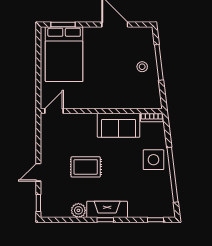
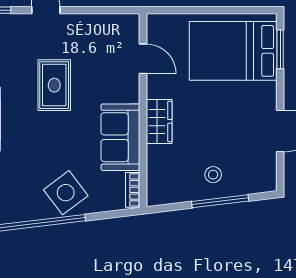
wardrobe: (109, 101) -> (159, 121), added
door: (54, 111) -> (143, 59), moved
side table: (154, 160) -> (66, 193), turned -37

